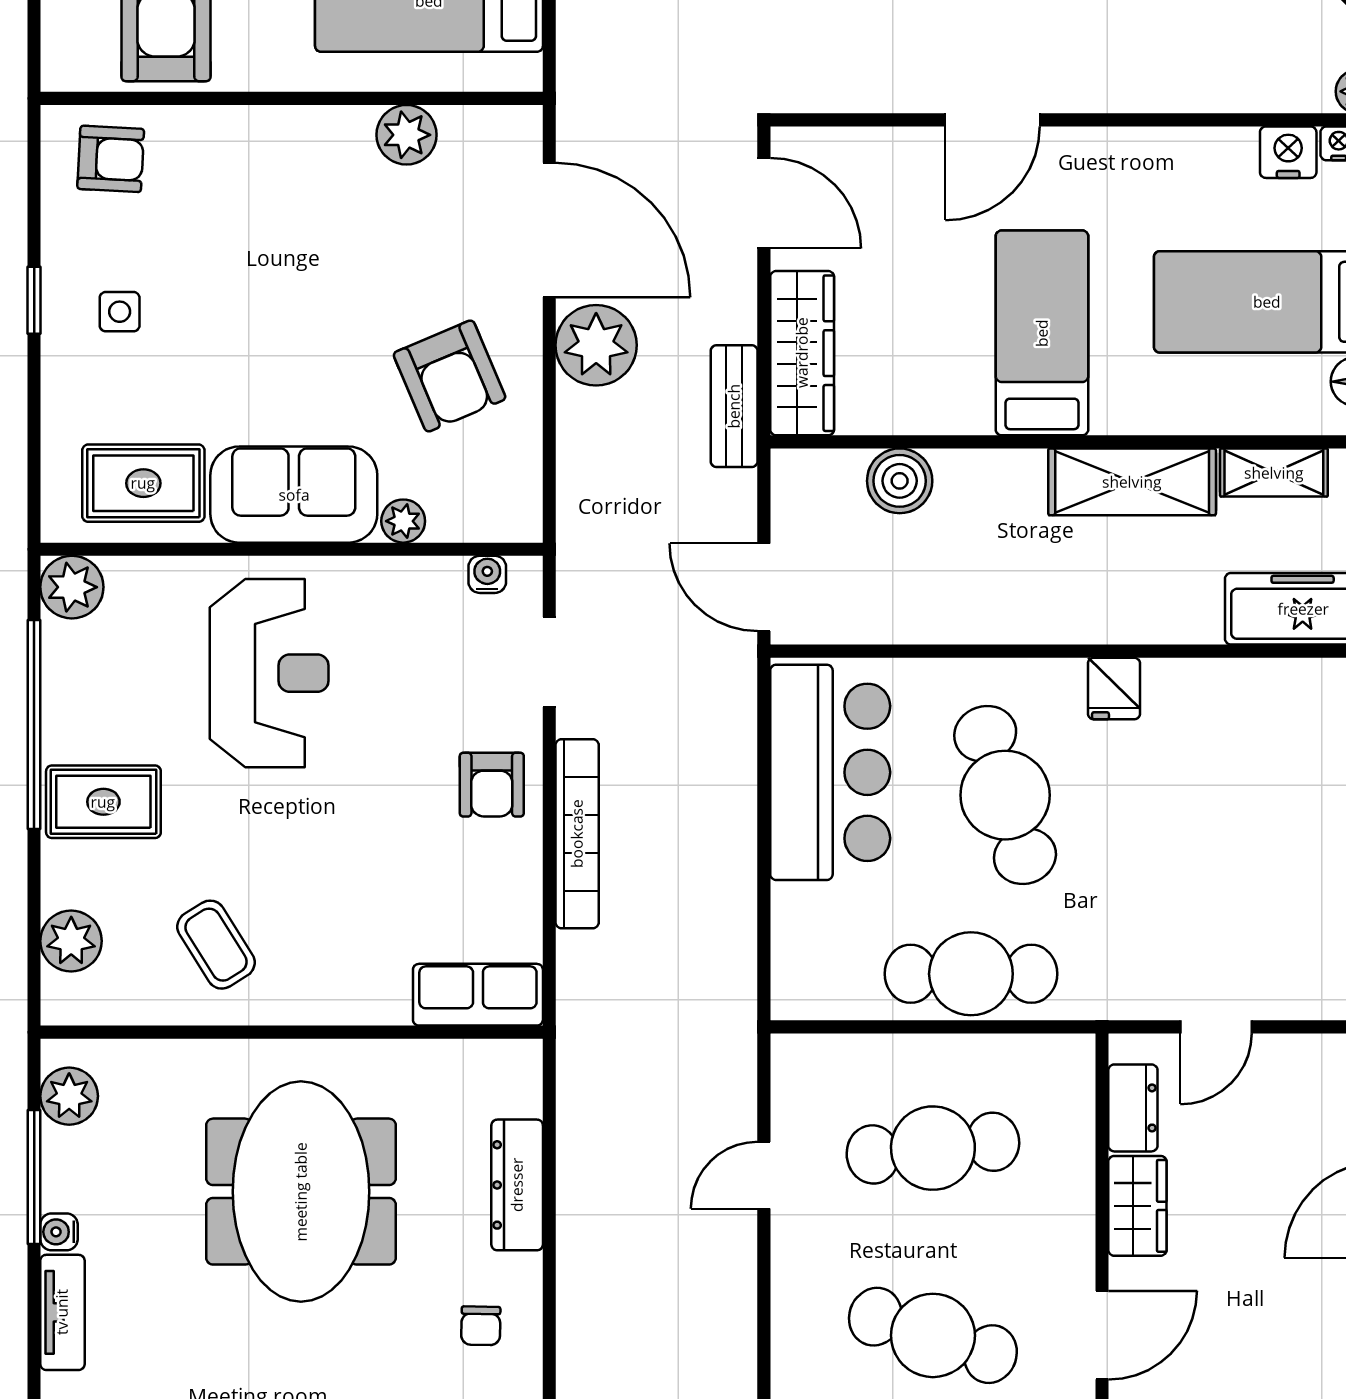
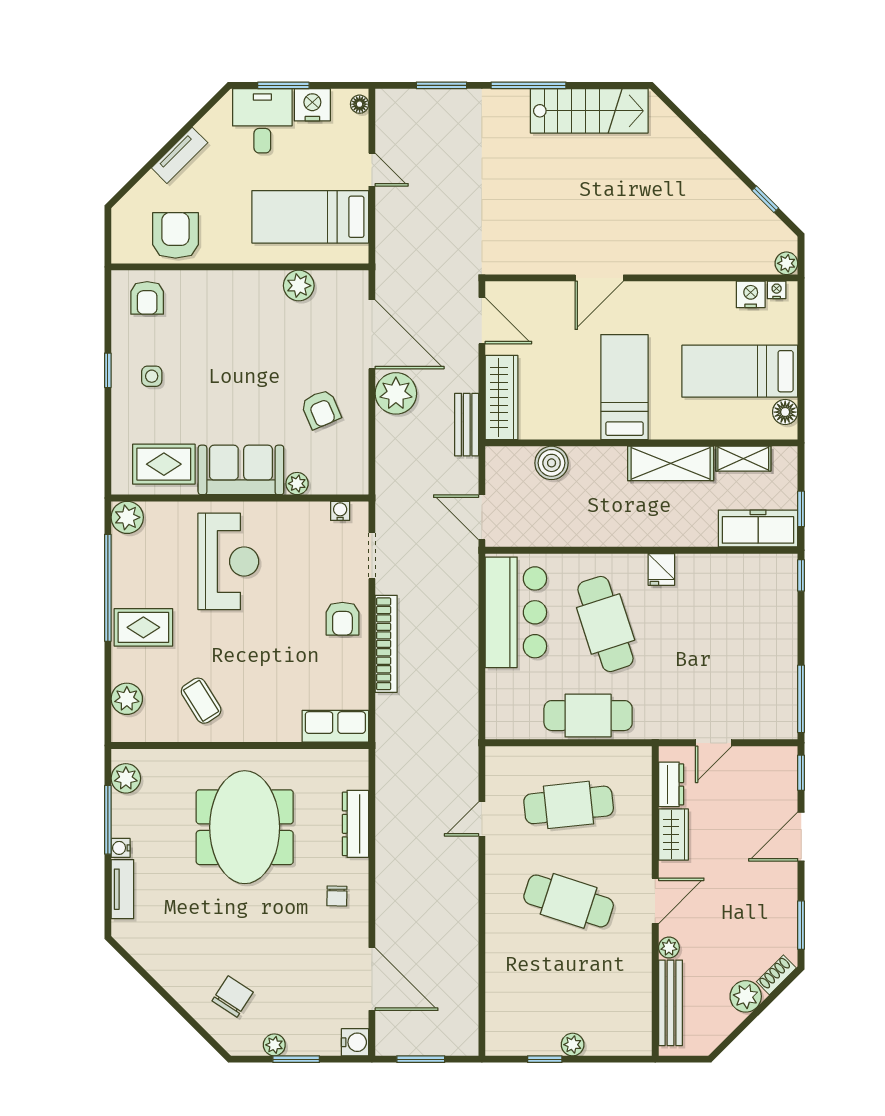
armchair: (111, 159) -> (147, 298), turned 87
armchair: (450, 376) -> (321, 409), width x0.72, depth x0.72

